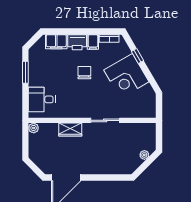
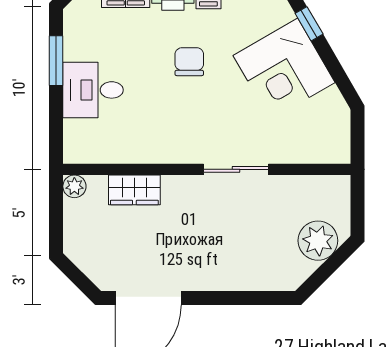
desk: (42, 99) -> (93, 90), moved
wardrobe: (70, 130) -> (134, 190), moved
plant: (144, 155) -> (318, 241), width x1.88, depth x1.88

